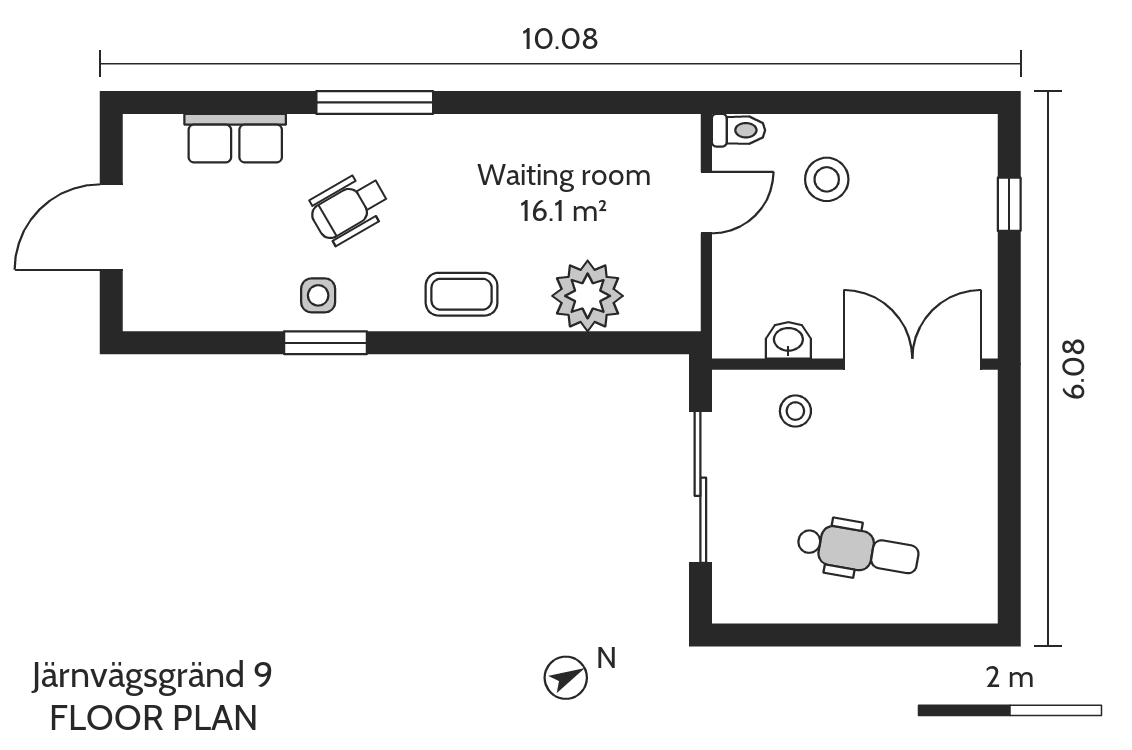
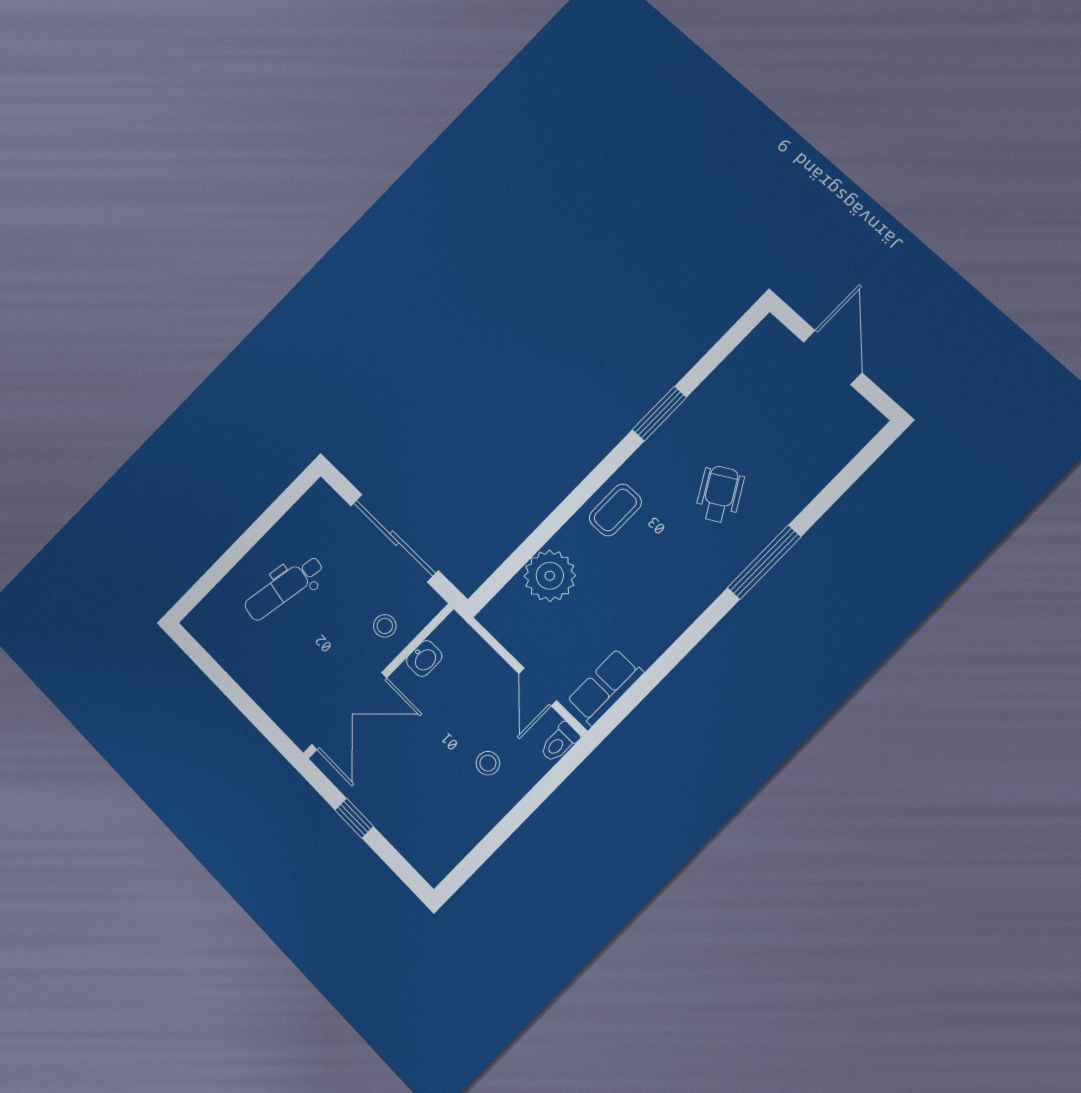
row of seats: (235, 138) -> (605, 687), moved
stool: (827, 179) -> (488, 763), width x0.73, depth x0.73
window: (1009, 204) -> (354, 818), moved
side table: (318, 295) -> (688, 433), removed

